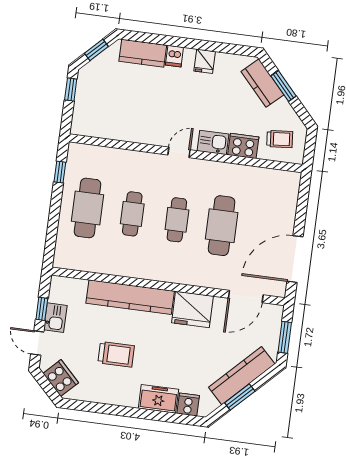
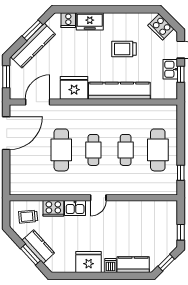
fridge: (205, 61) -> (89, 262), width x1.88, depth x1.34
kitchen counter: (262, 83) -> (38, 247), moved

